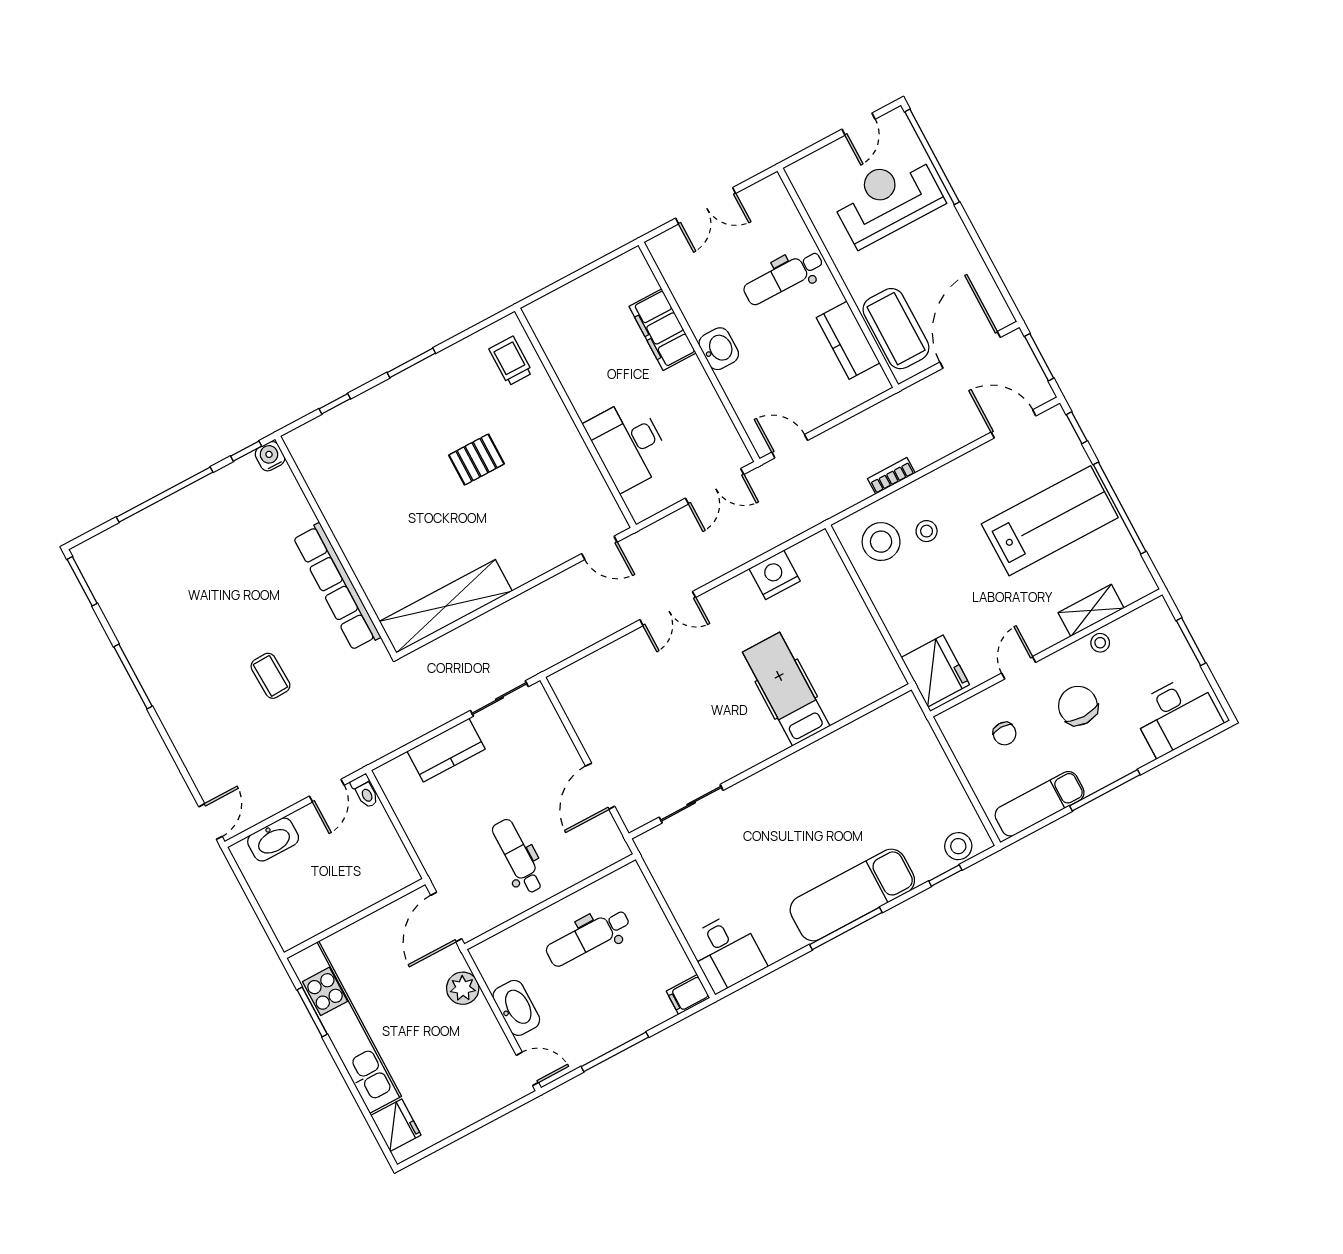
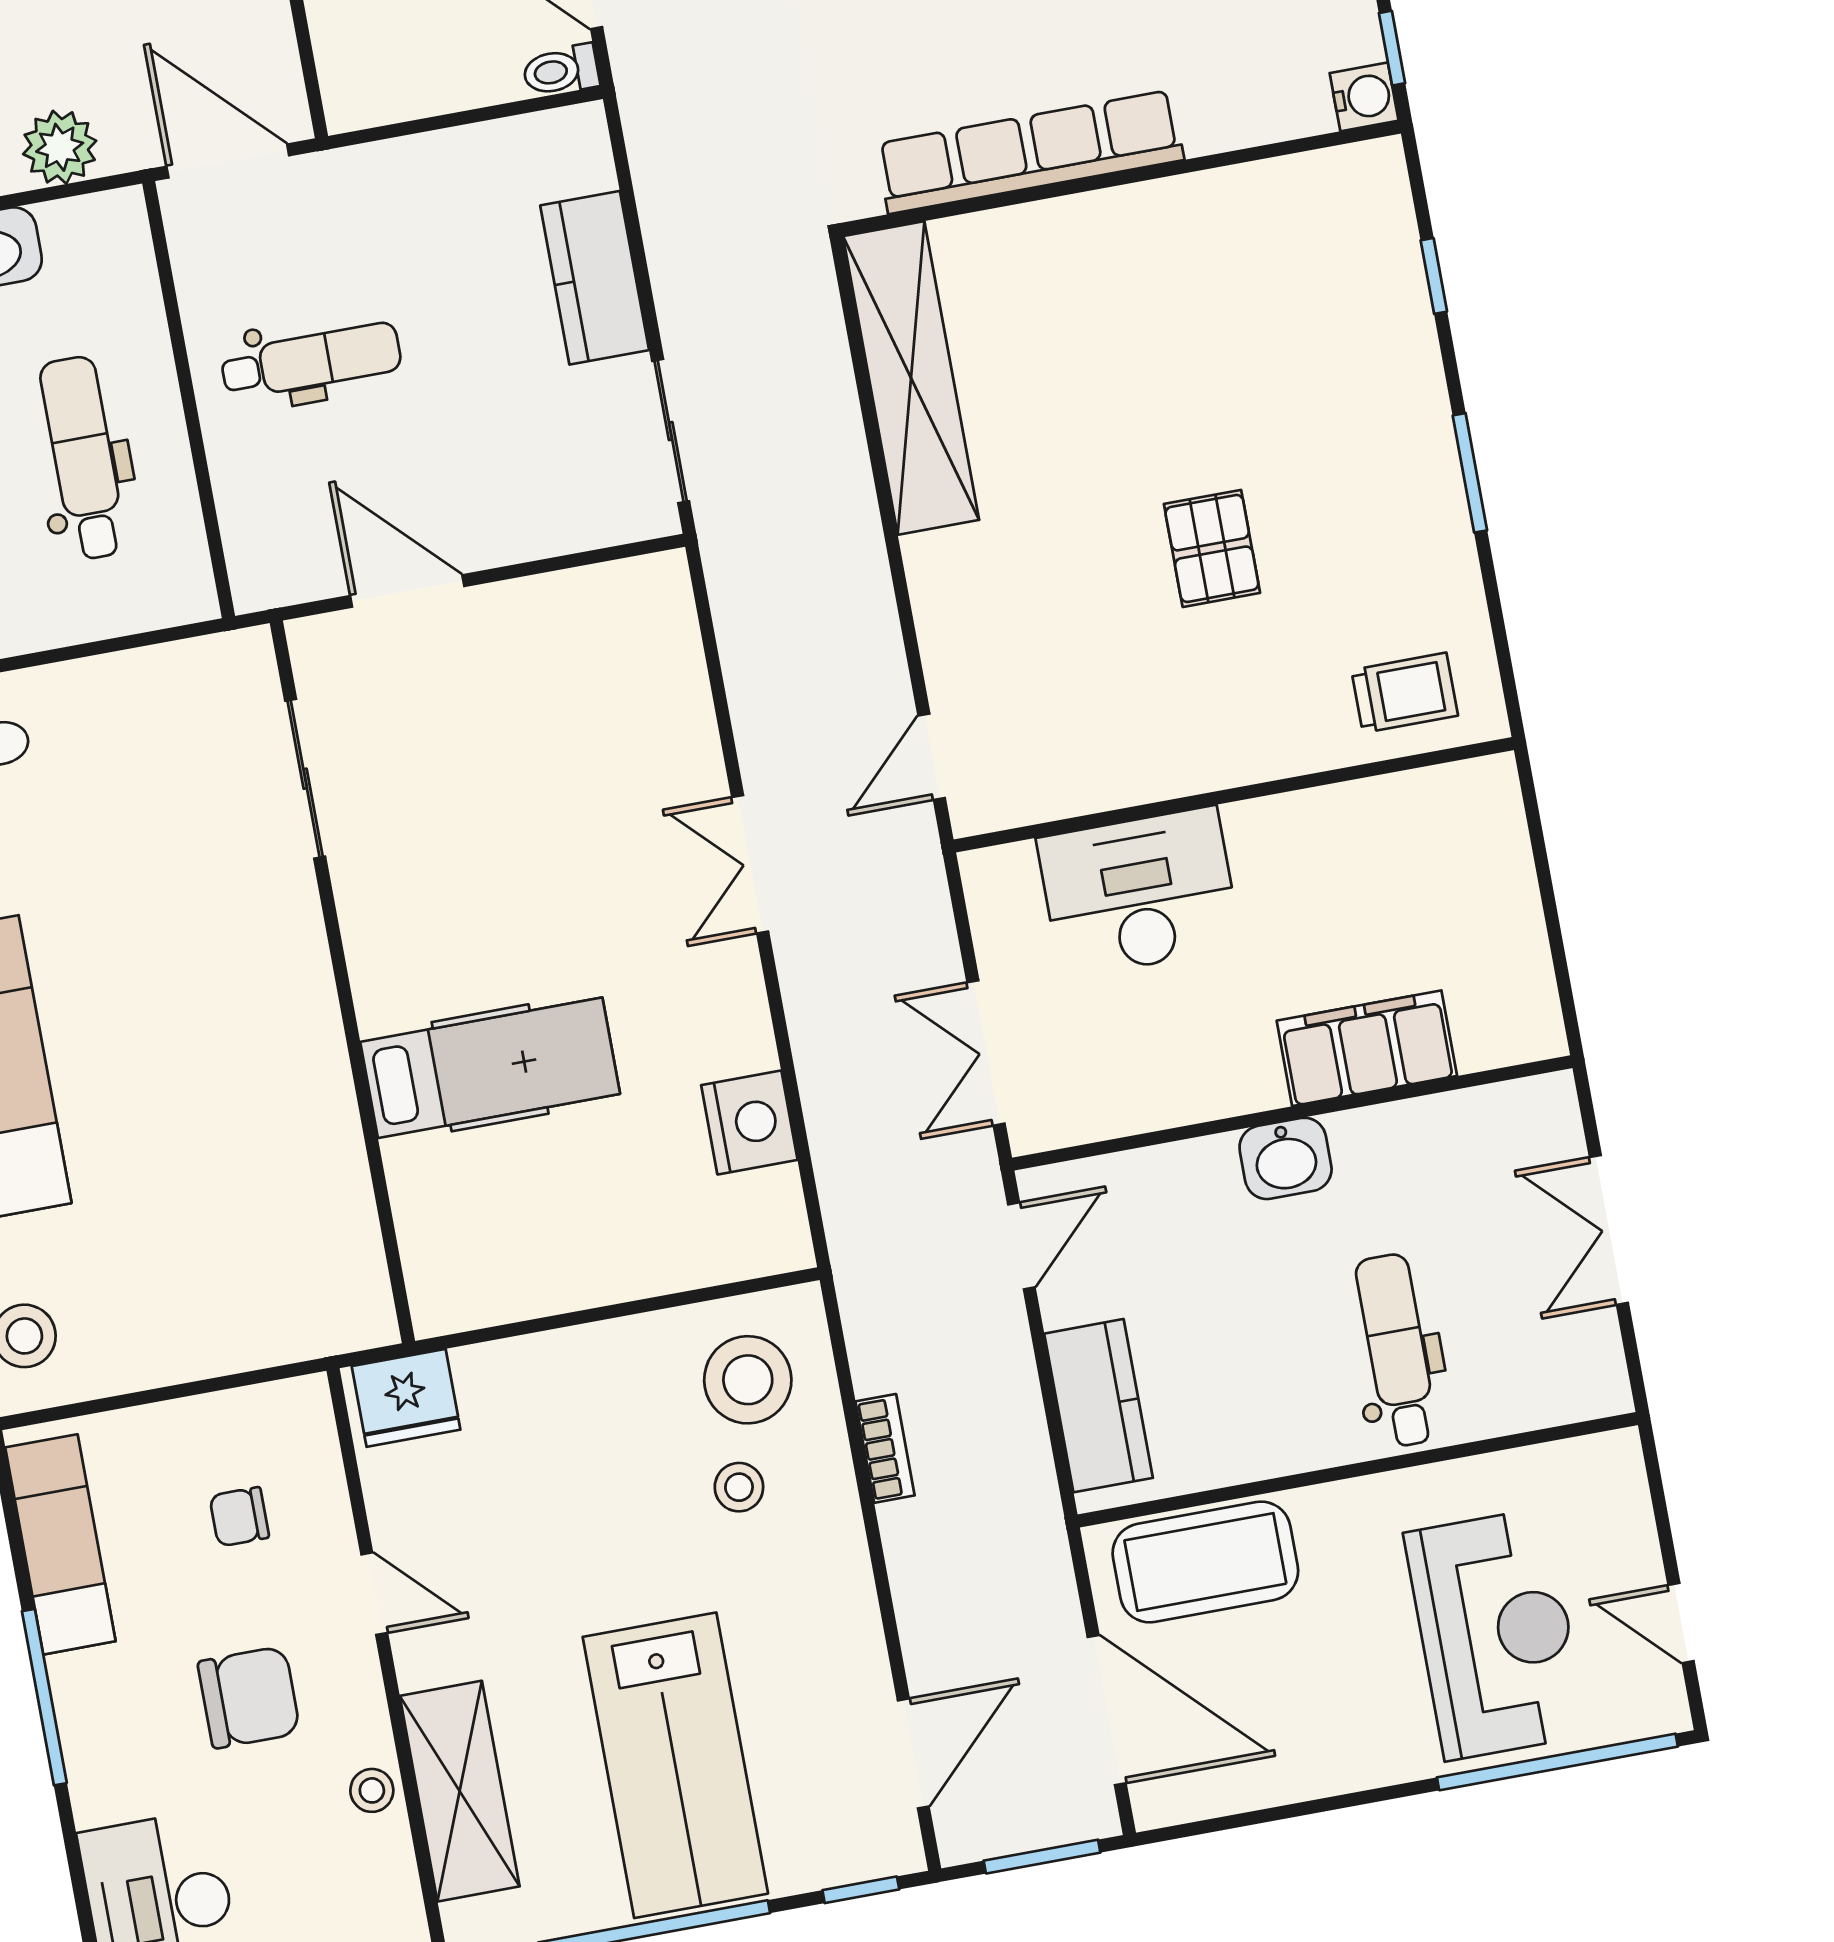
kitchen counter: (848, 340) -> (1099, 1406), moved, turned 90
shelving: (1091, 610) -> (460, 1791), width x1.50, depth x1.33
fridge: (935, 671) -> (406, 1398), width x0.73, depth x0.75

